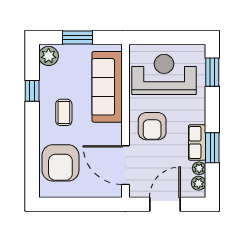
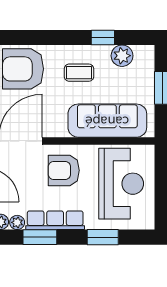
plant: (49, 56) -> (122, 56), moved
window: (212, 72) -> (103, 237), moved
row of seats: (197, 142) -> (55, 220), width x1.48

